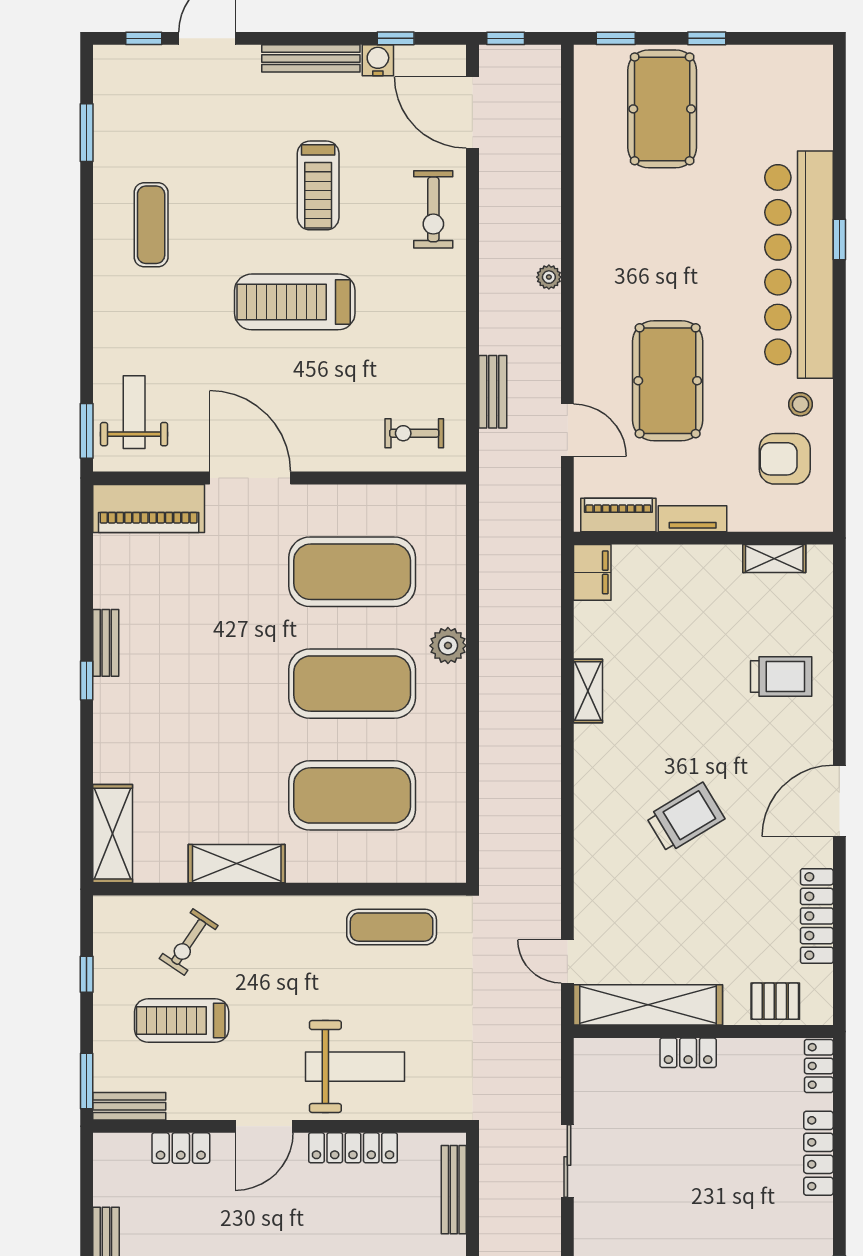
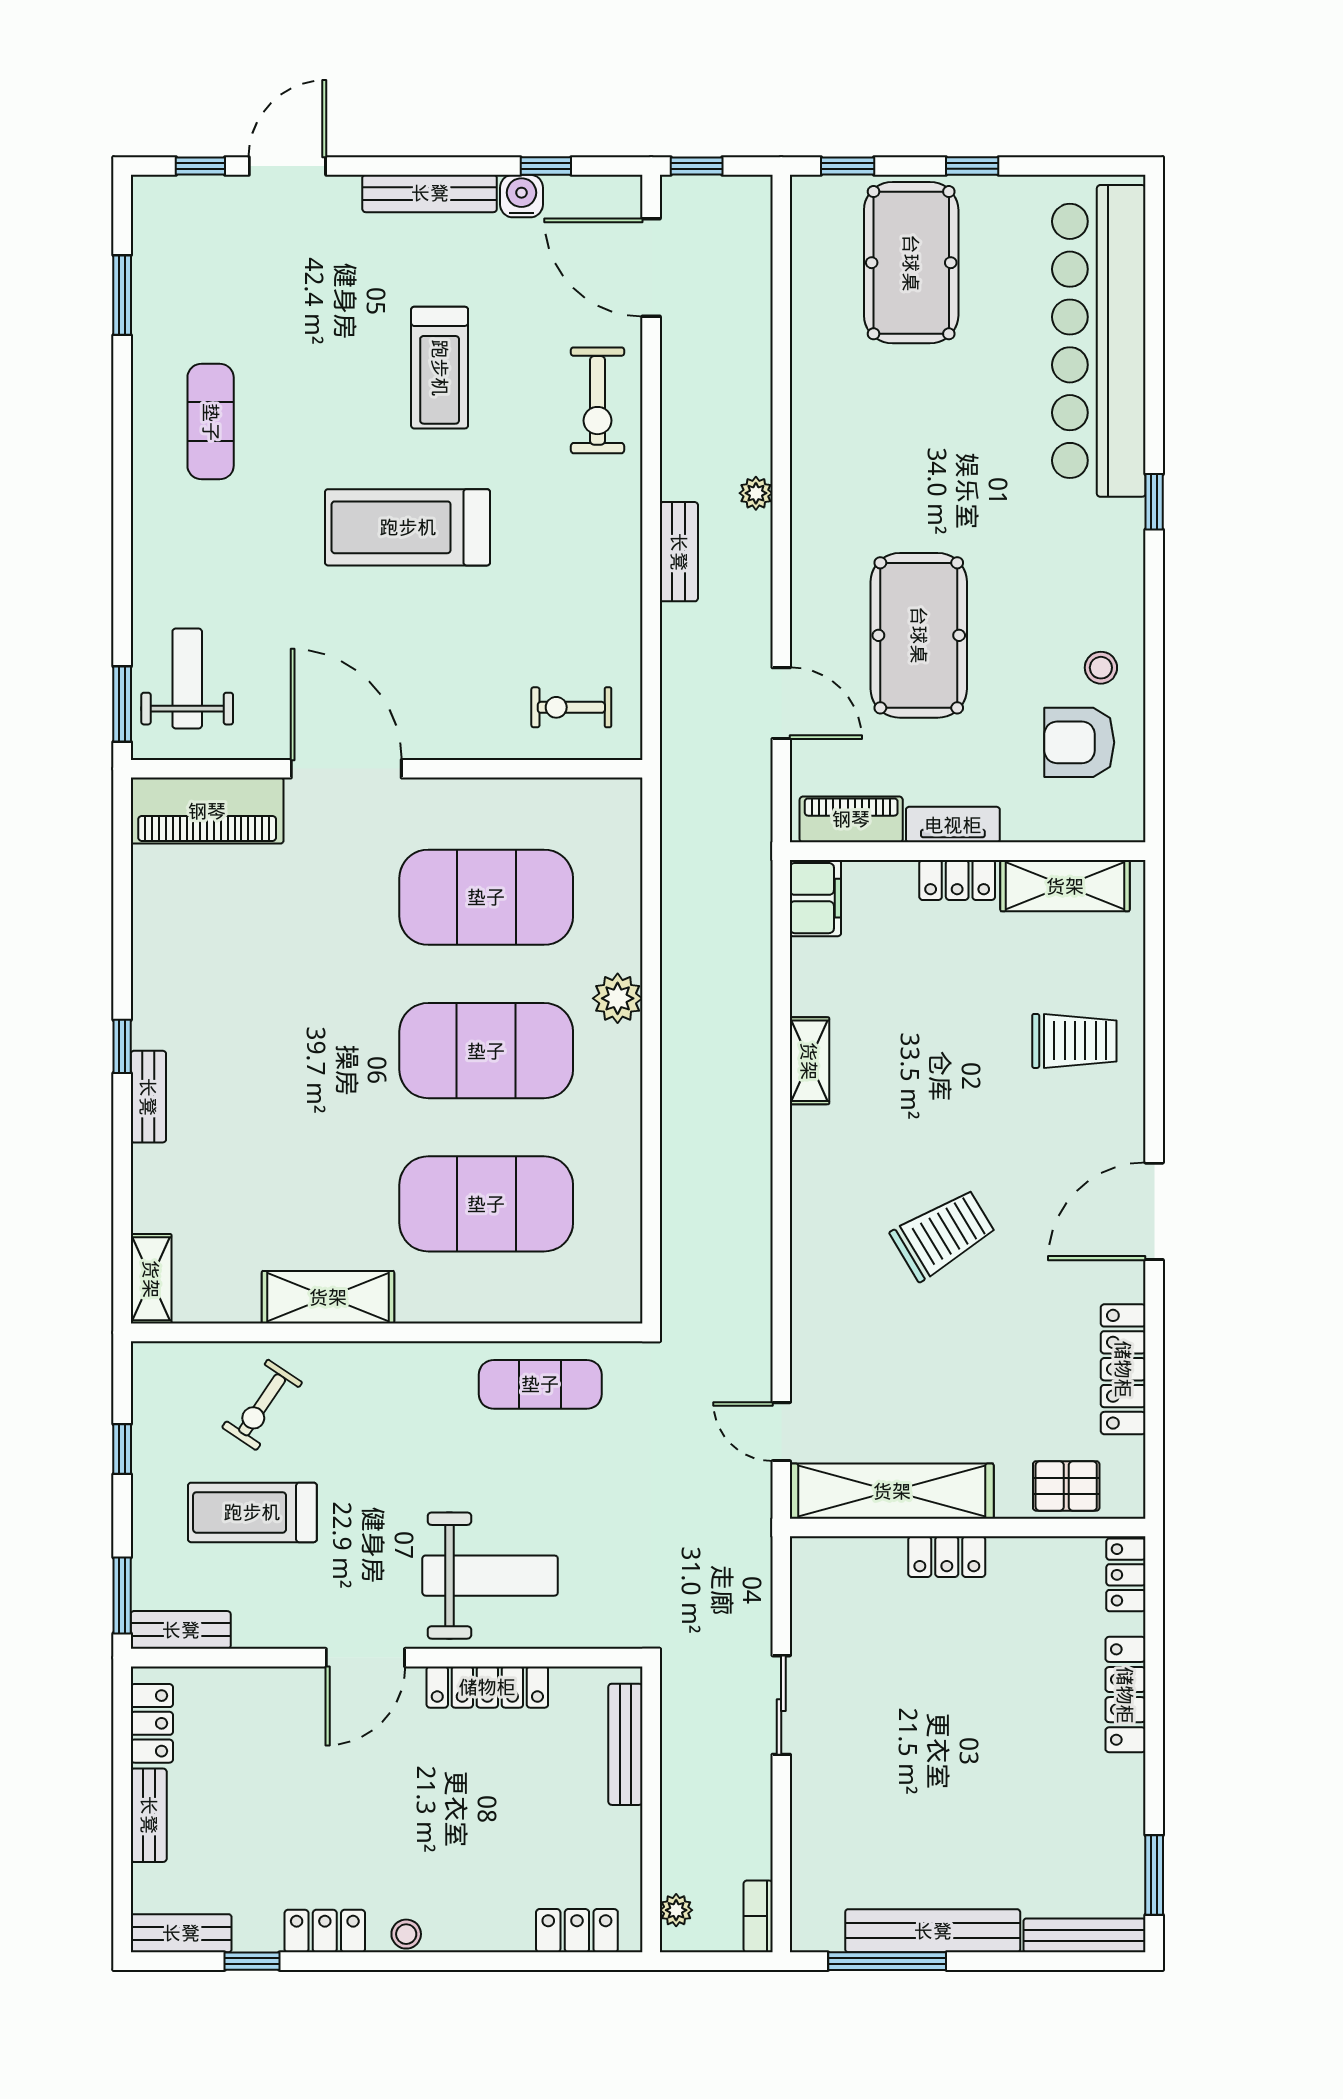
window: (839, 239) -> (1154, 502), moved
bar counter: (799, 265) -> (1099, 341), moved
bench: (493, 392) -> (679, 552), moved
locker: (696, 559) -> (957, 880), added
shelving: (774, 559) -> (1065, 886), width x1.50, depth x1.33
bench: (106, 643) -> (148, 1097), moved
shelving: (113, 834) -> (151, 1279), width x0.67, depth x0.75
locker: (181, 1148) -> (152, 1723), moved, turned -90

